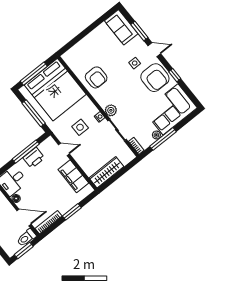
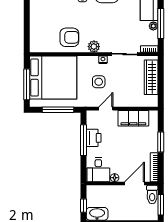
plant: (111, 110) -> (94, 47), moved
wardrobe: (106, 172) -> (151, 77), moved

